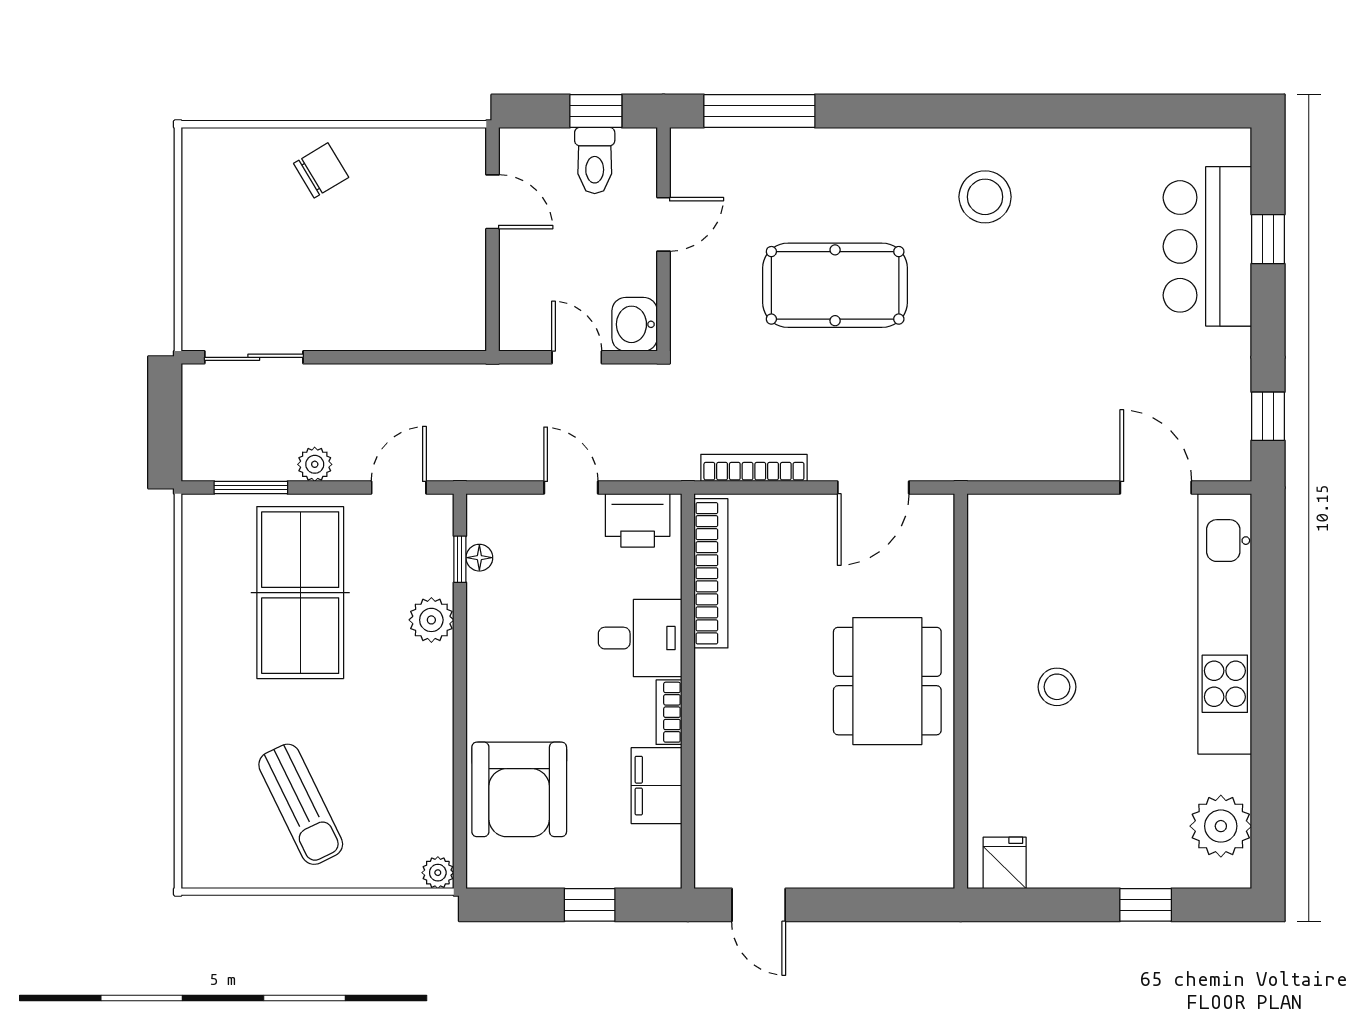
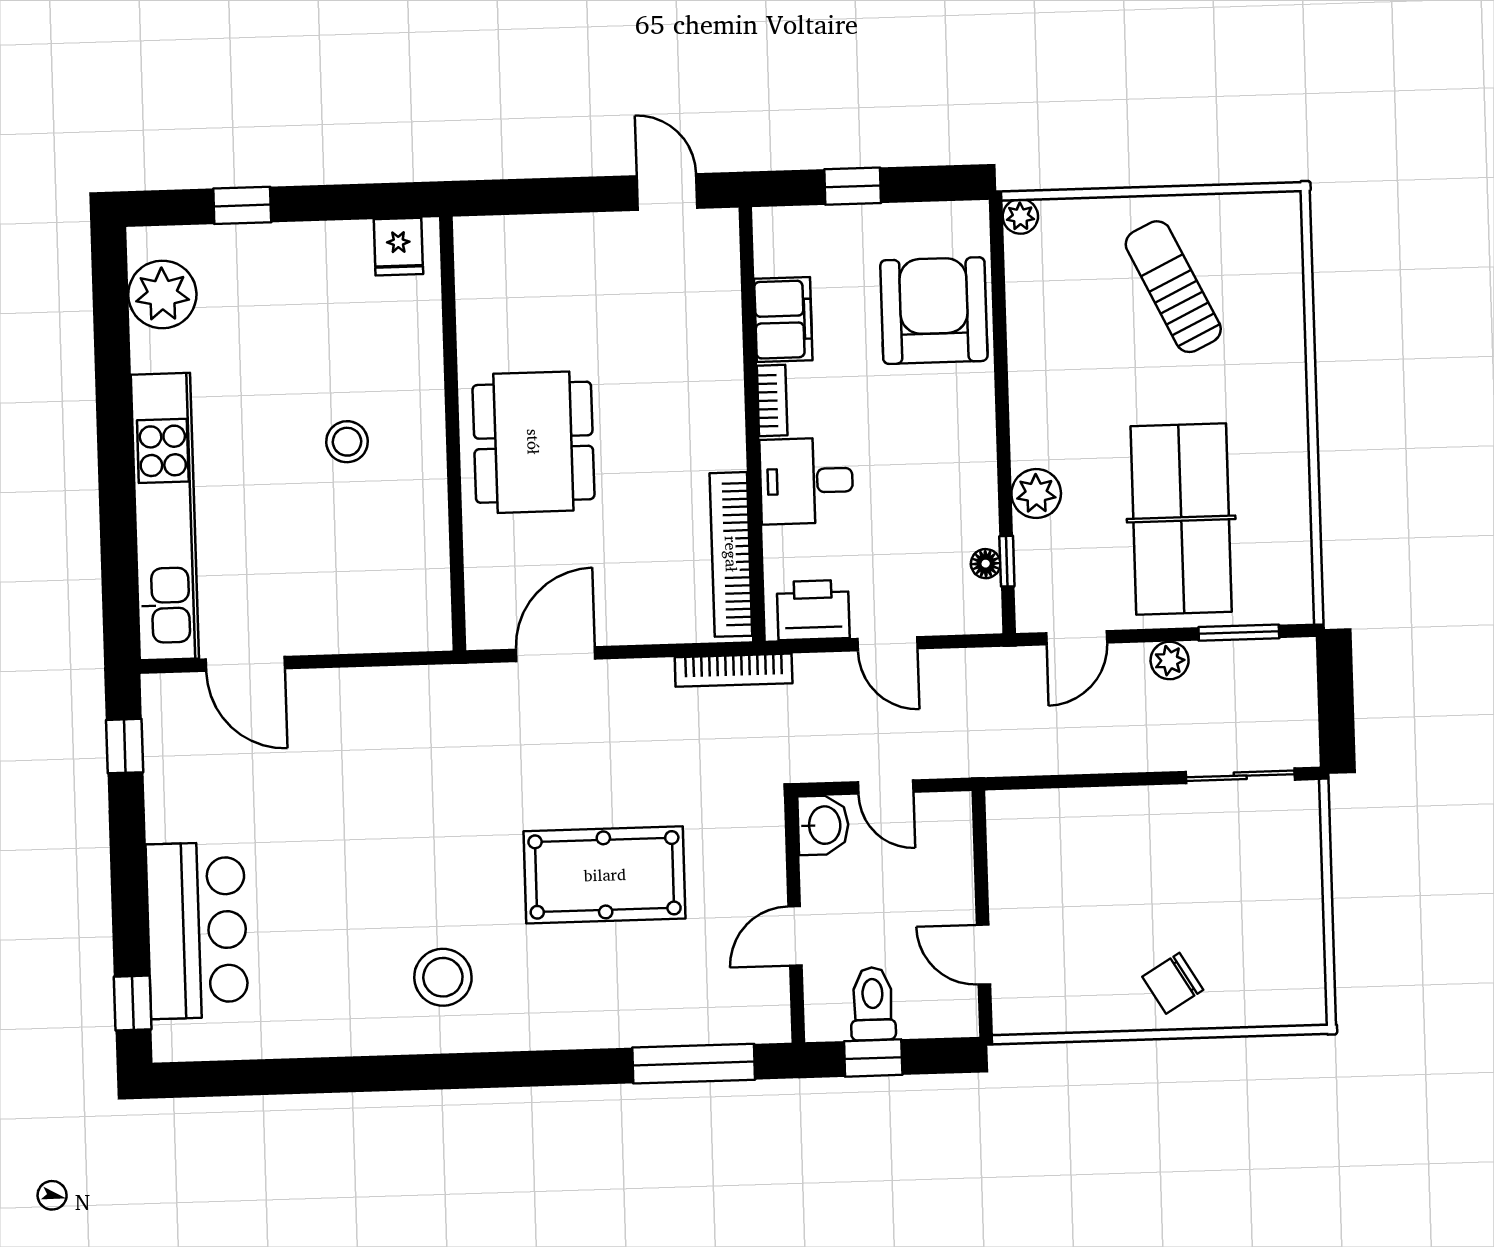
window: (1268, 239) -> (133, 1003), moved
bookcase: (754, 468) -> (734, 670), moved

